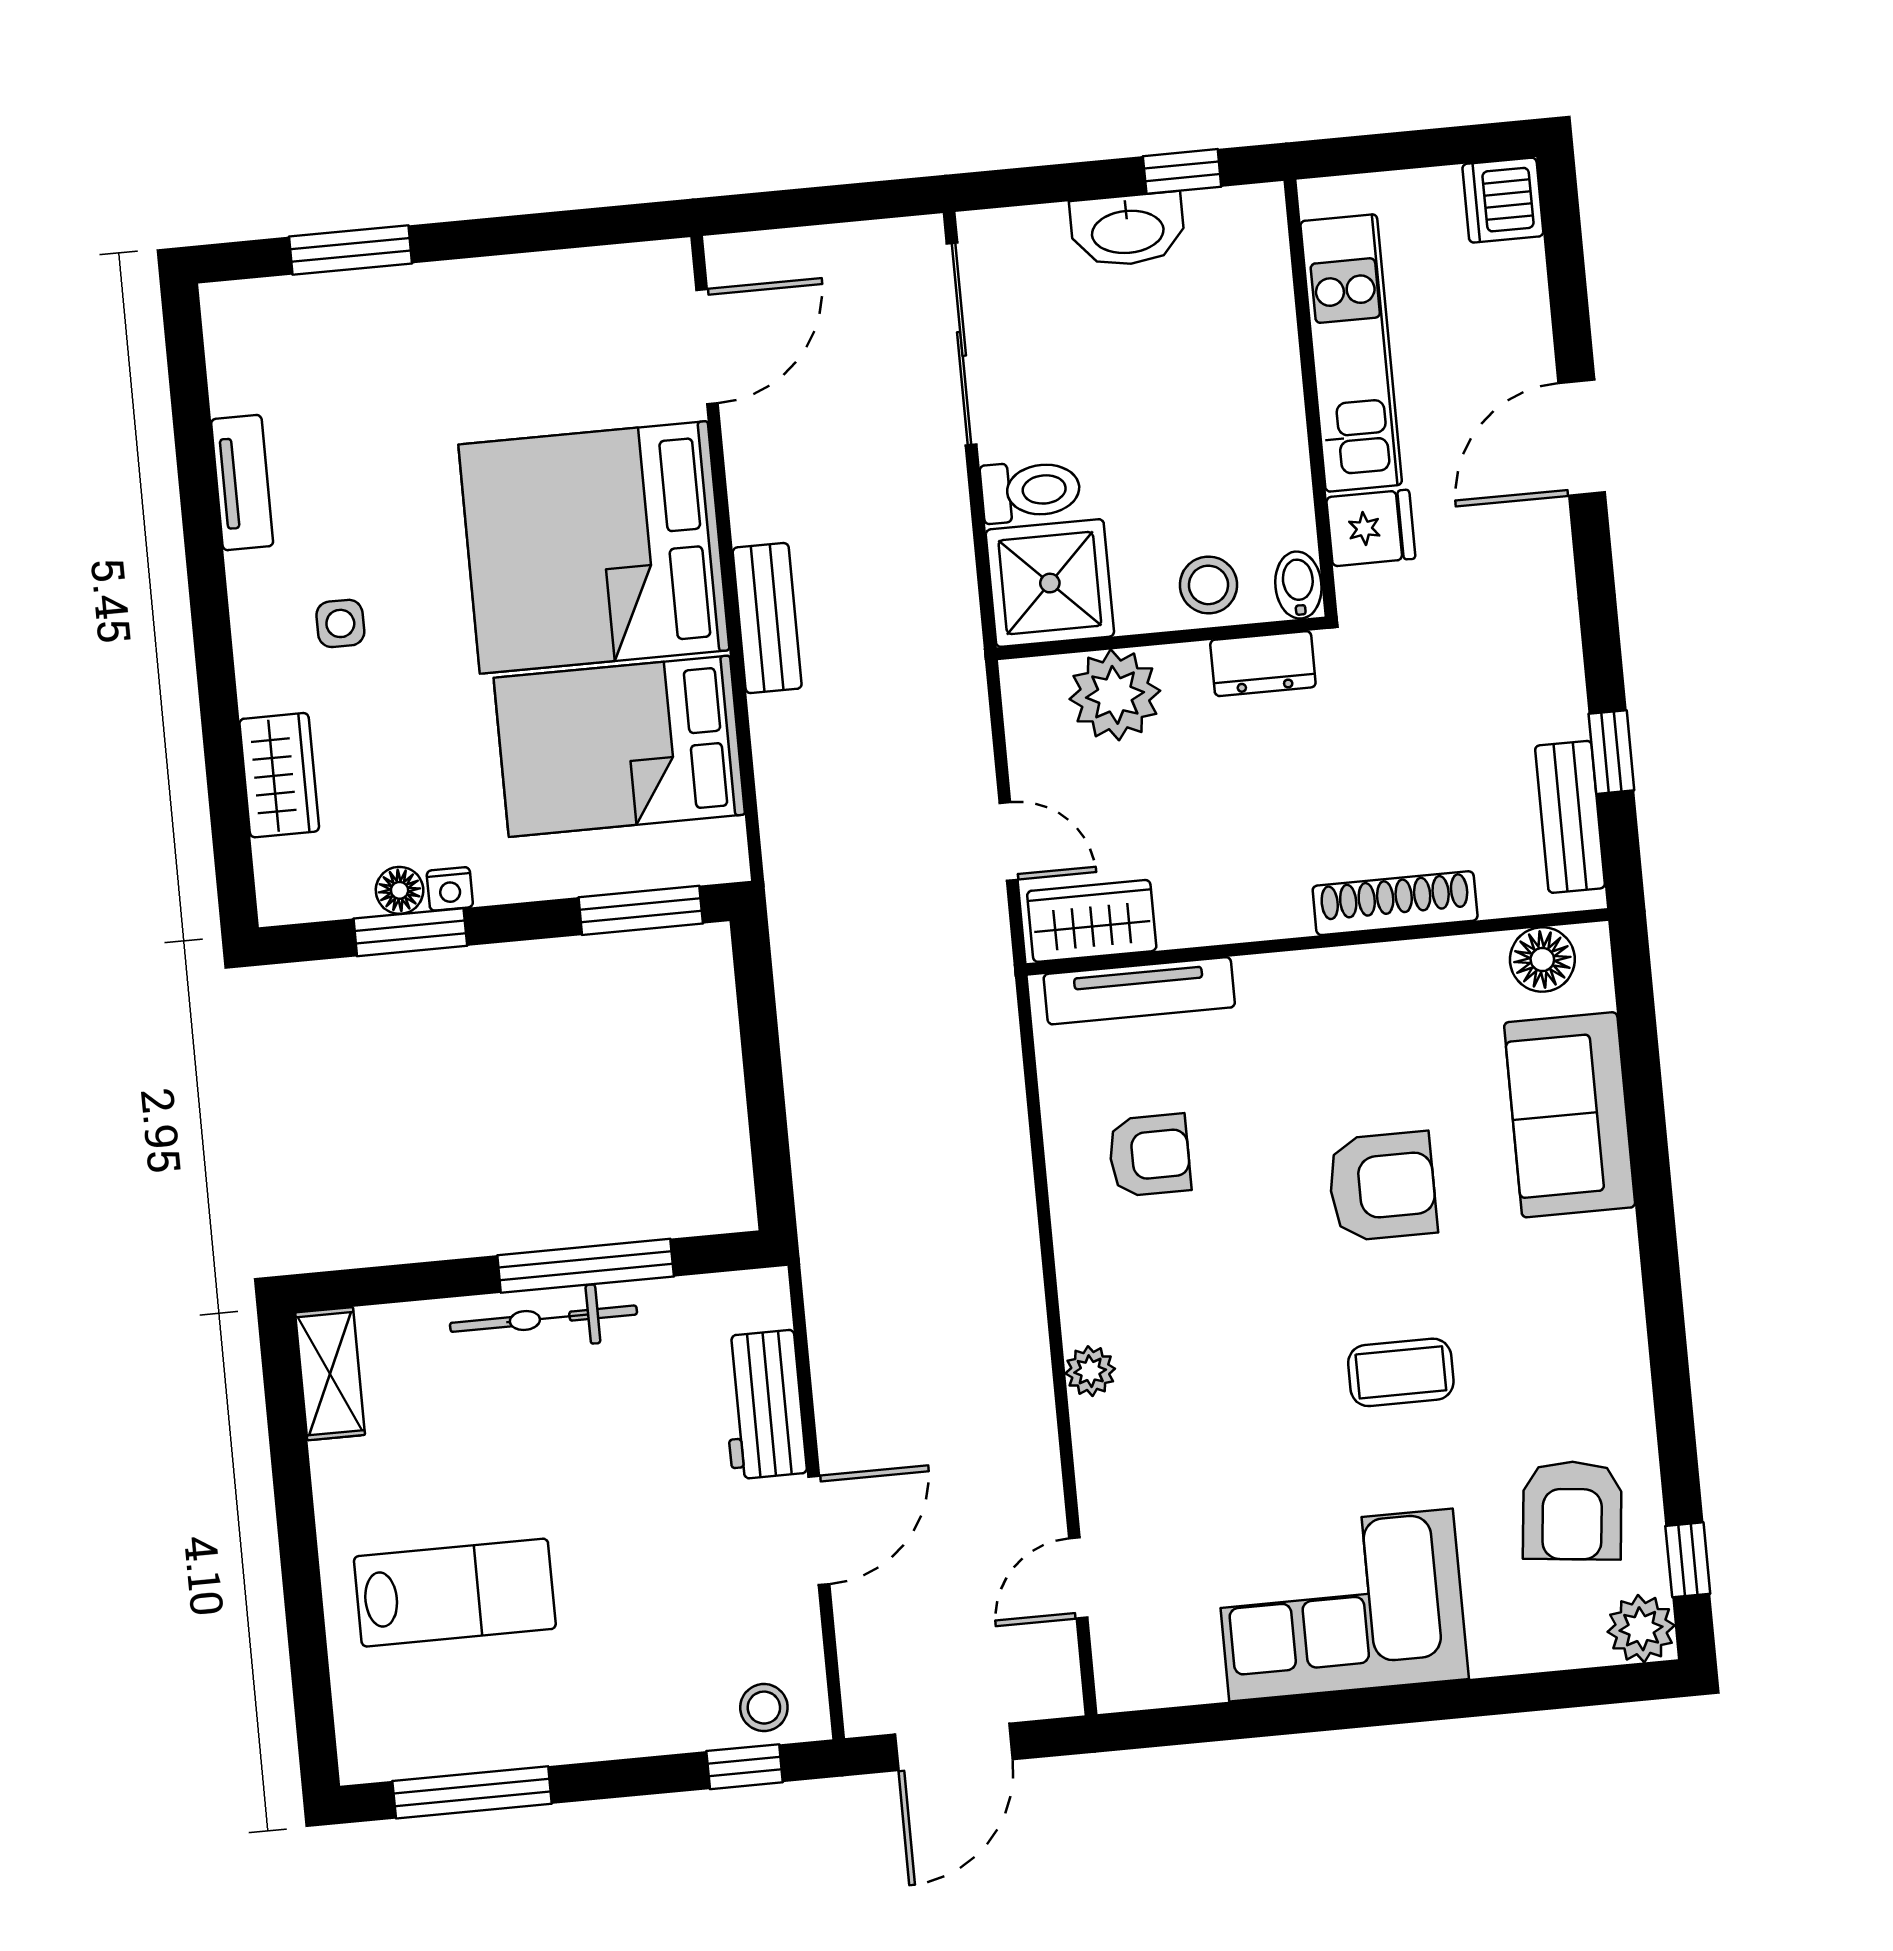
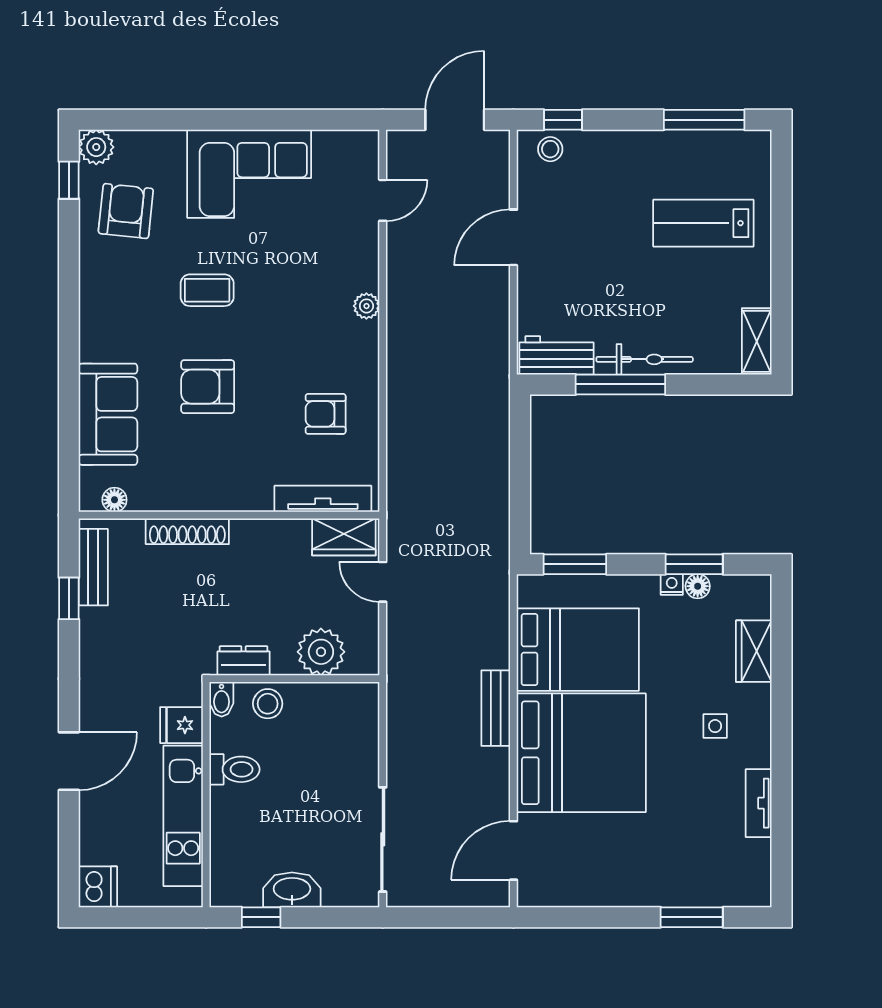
toilet: (1031, 491) -> (235, 769), moved, turned 180
shower: (1050, 583) -> (349, 712), removed
floor lamp: (1542, 960) -> (114, 500), width x0.73, depth x0.73
workbench: (763, 1405) -> (557, 355), moved, turned -90

